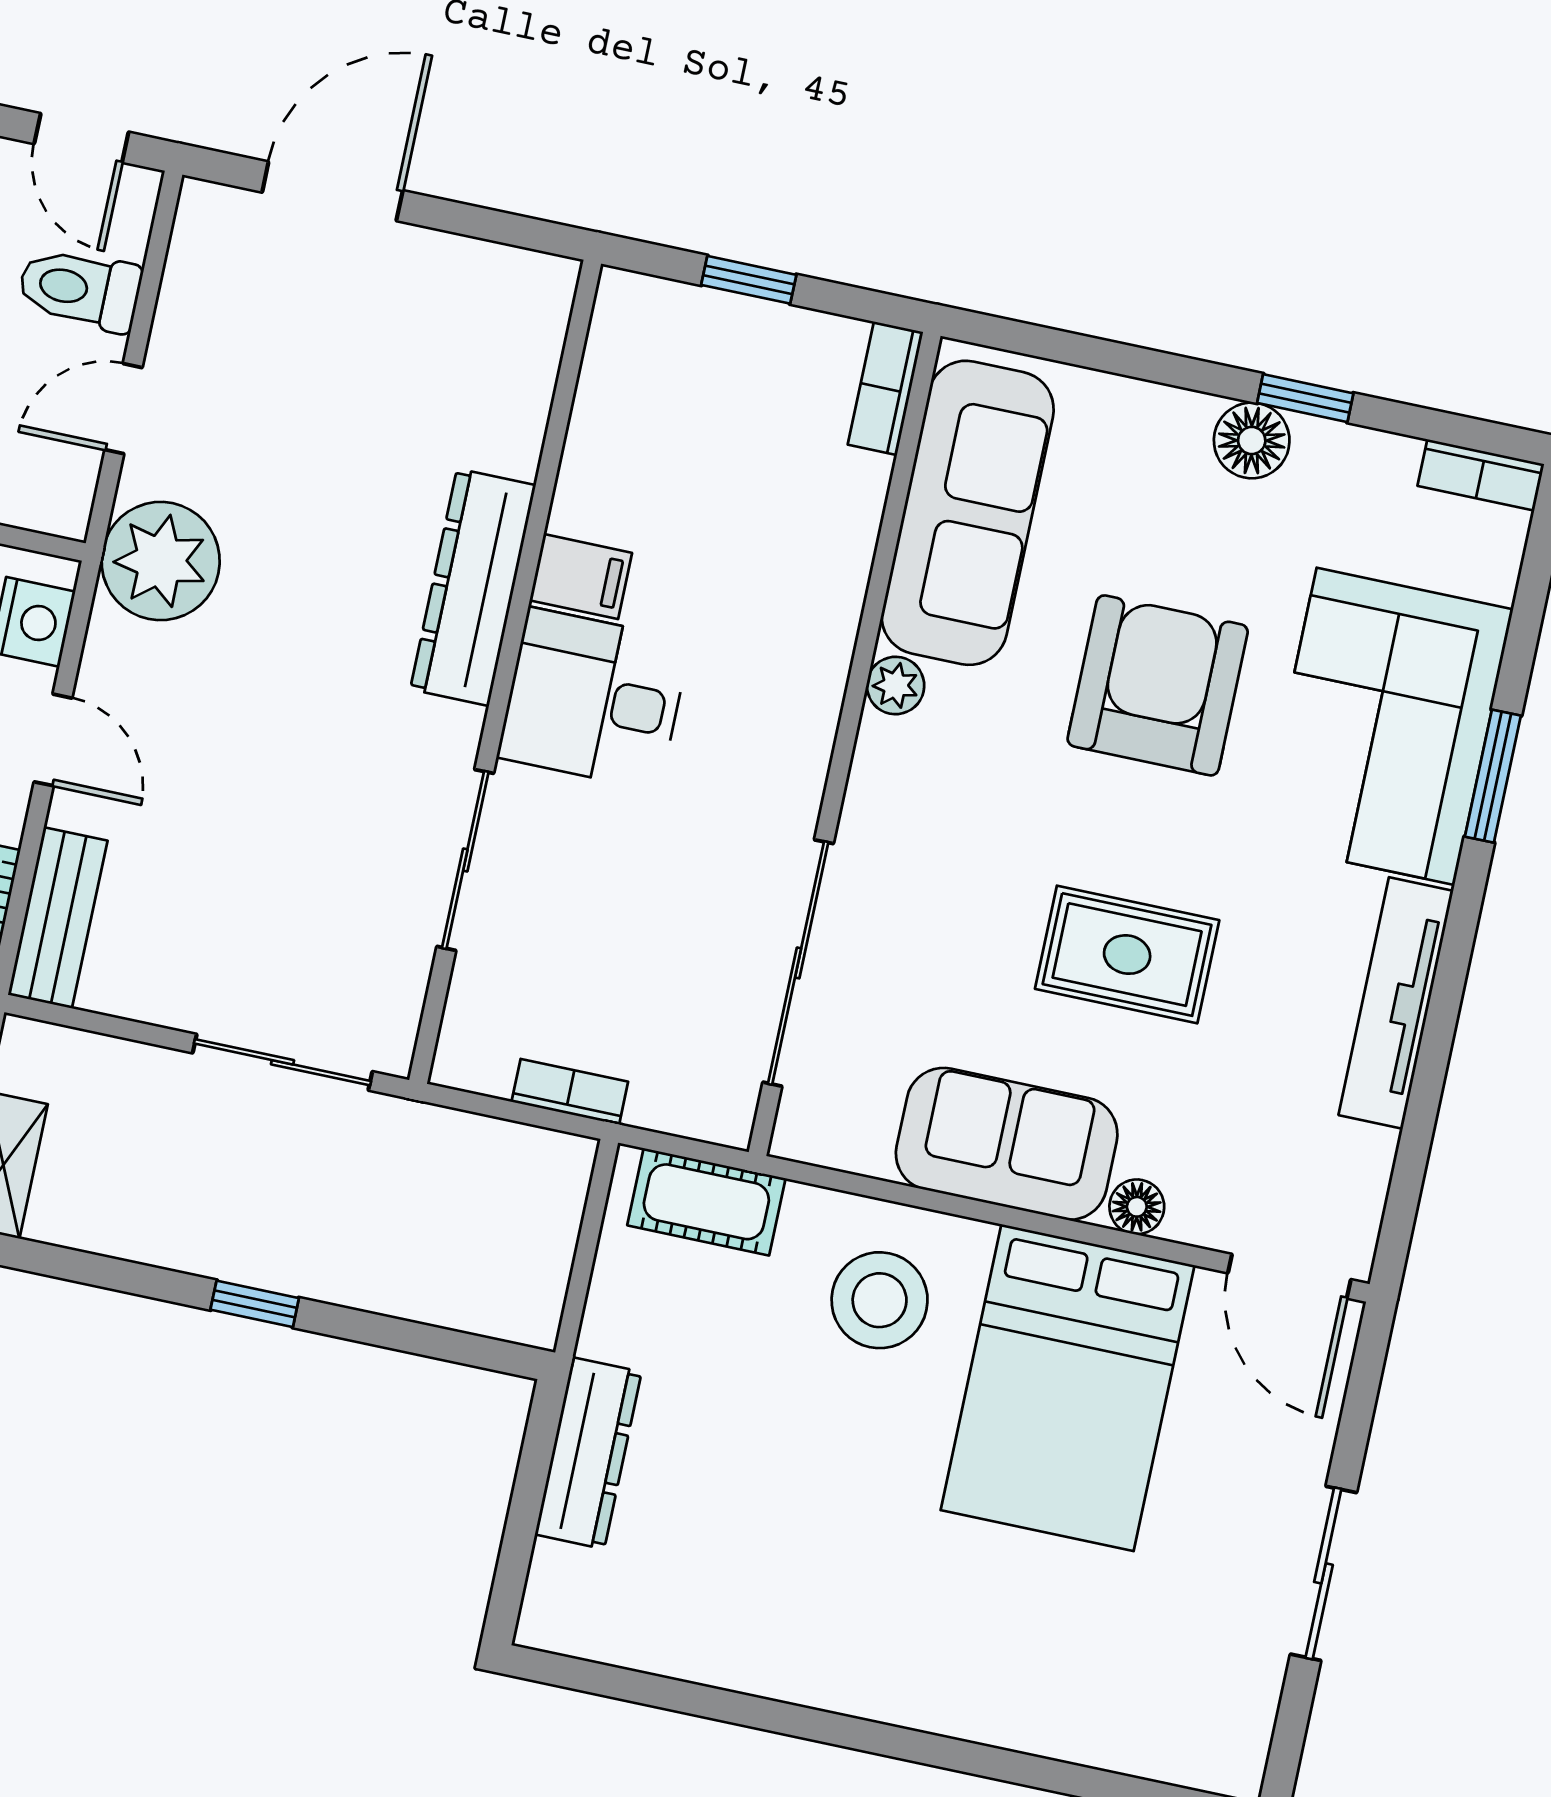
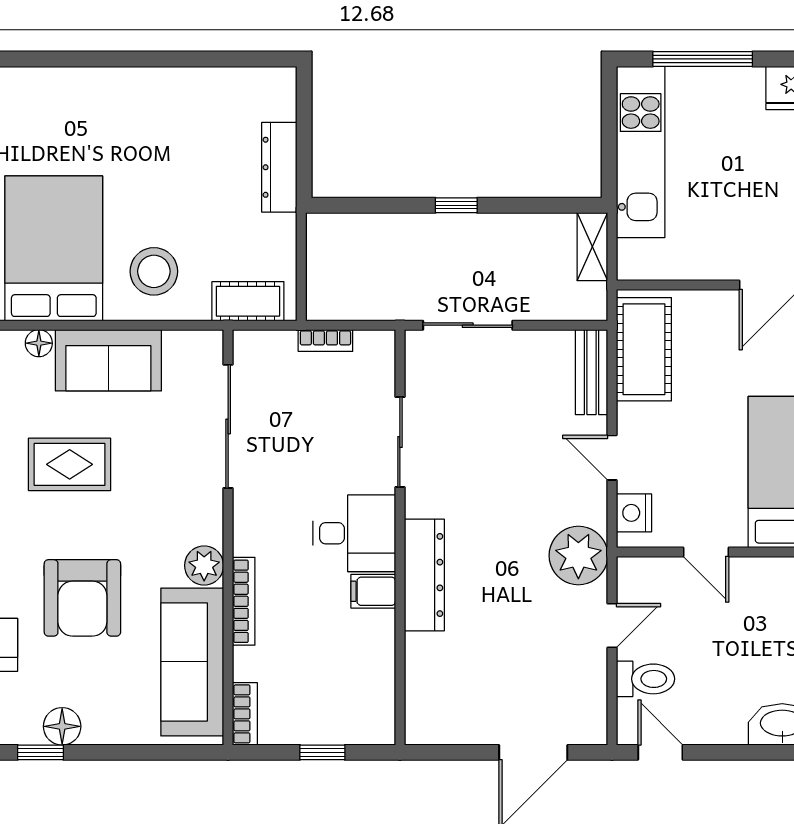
bookcase: (841, 611) -> (244, 601), added
plant: (895, 686) -> (204, 566), width x1.38, depth x1.38

